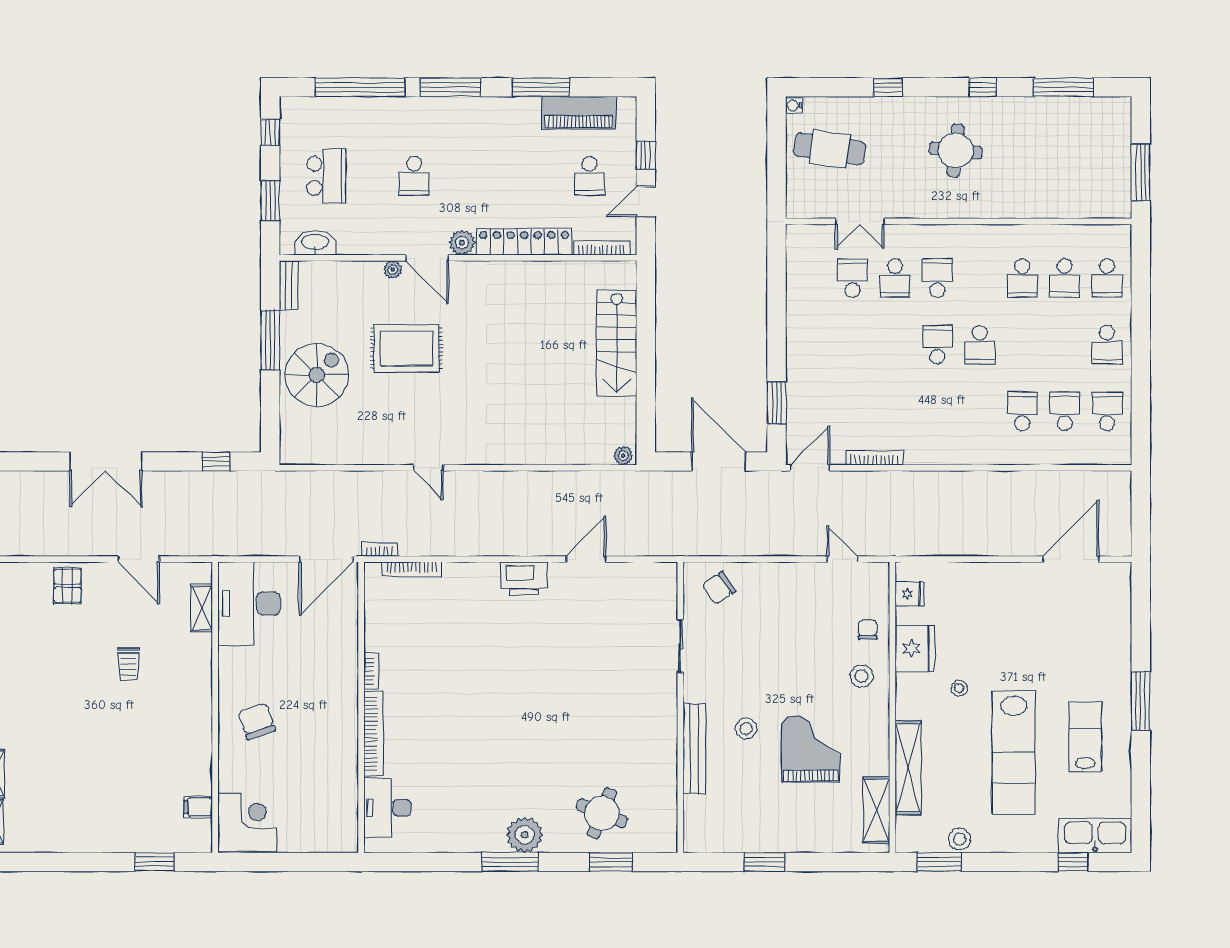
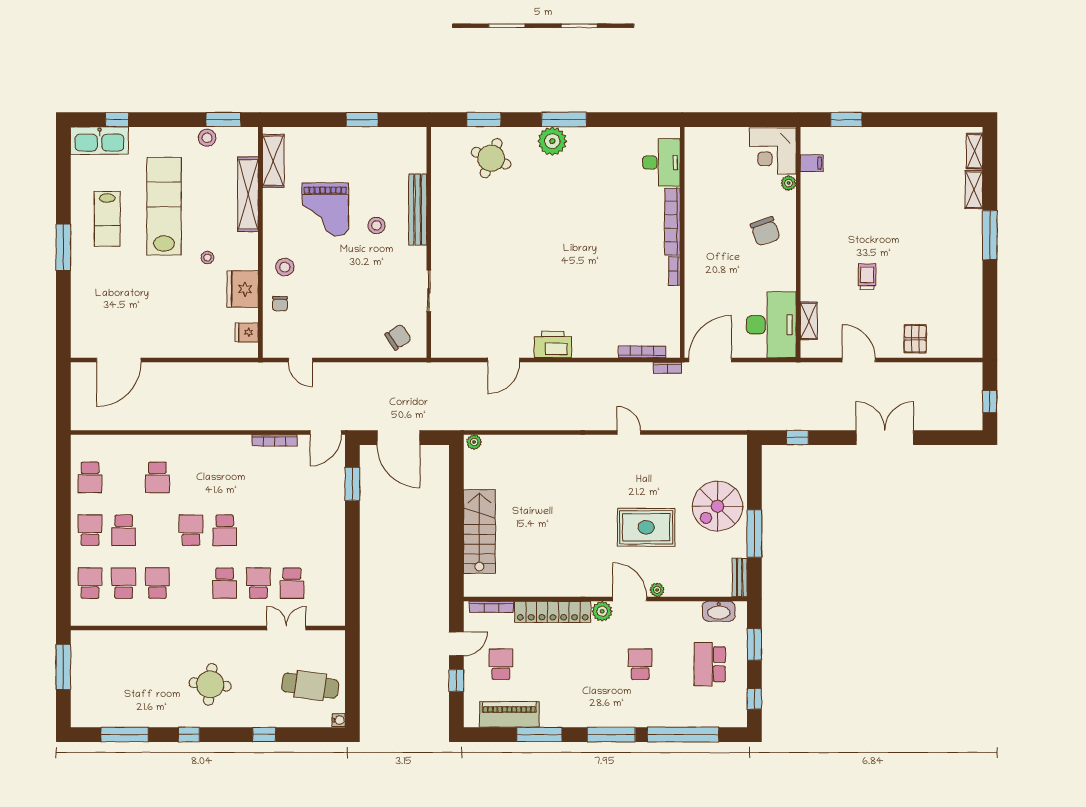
school desk: (1065, 411) -> (124, 530), moved
plant: (227, 782) -> (789, 183), added

